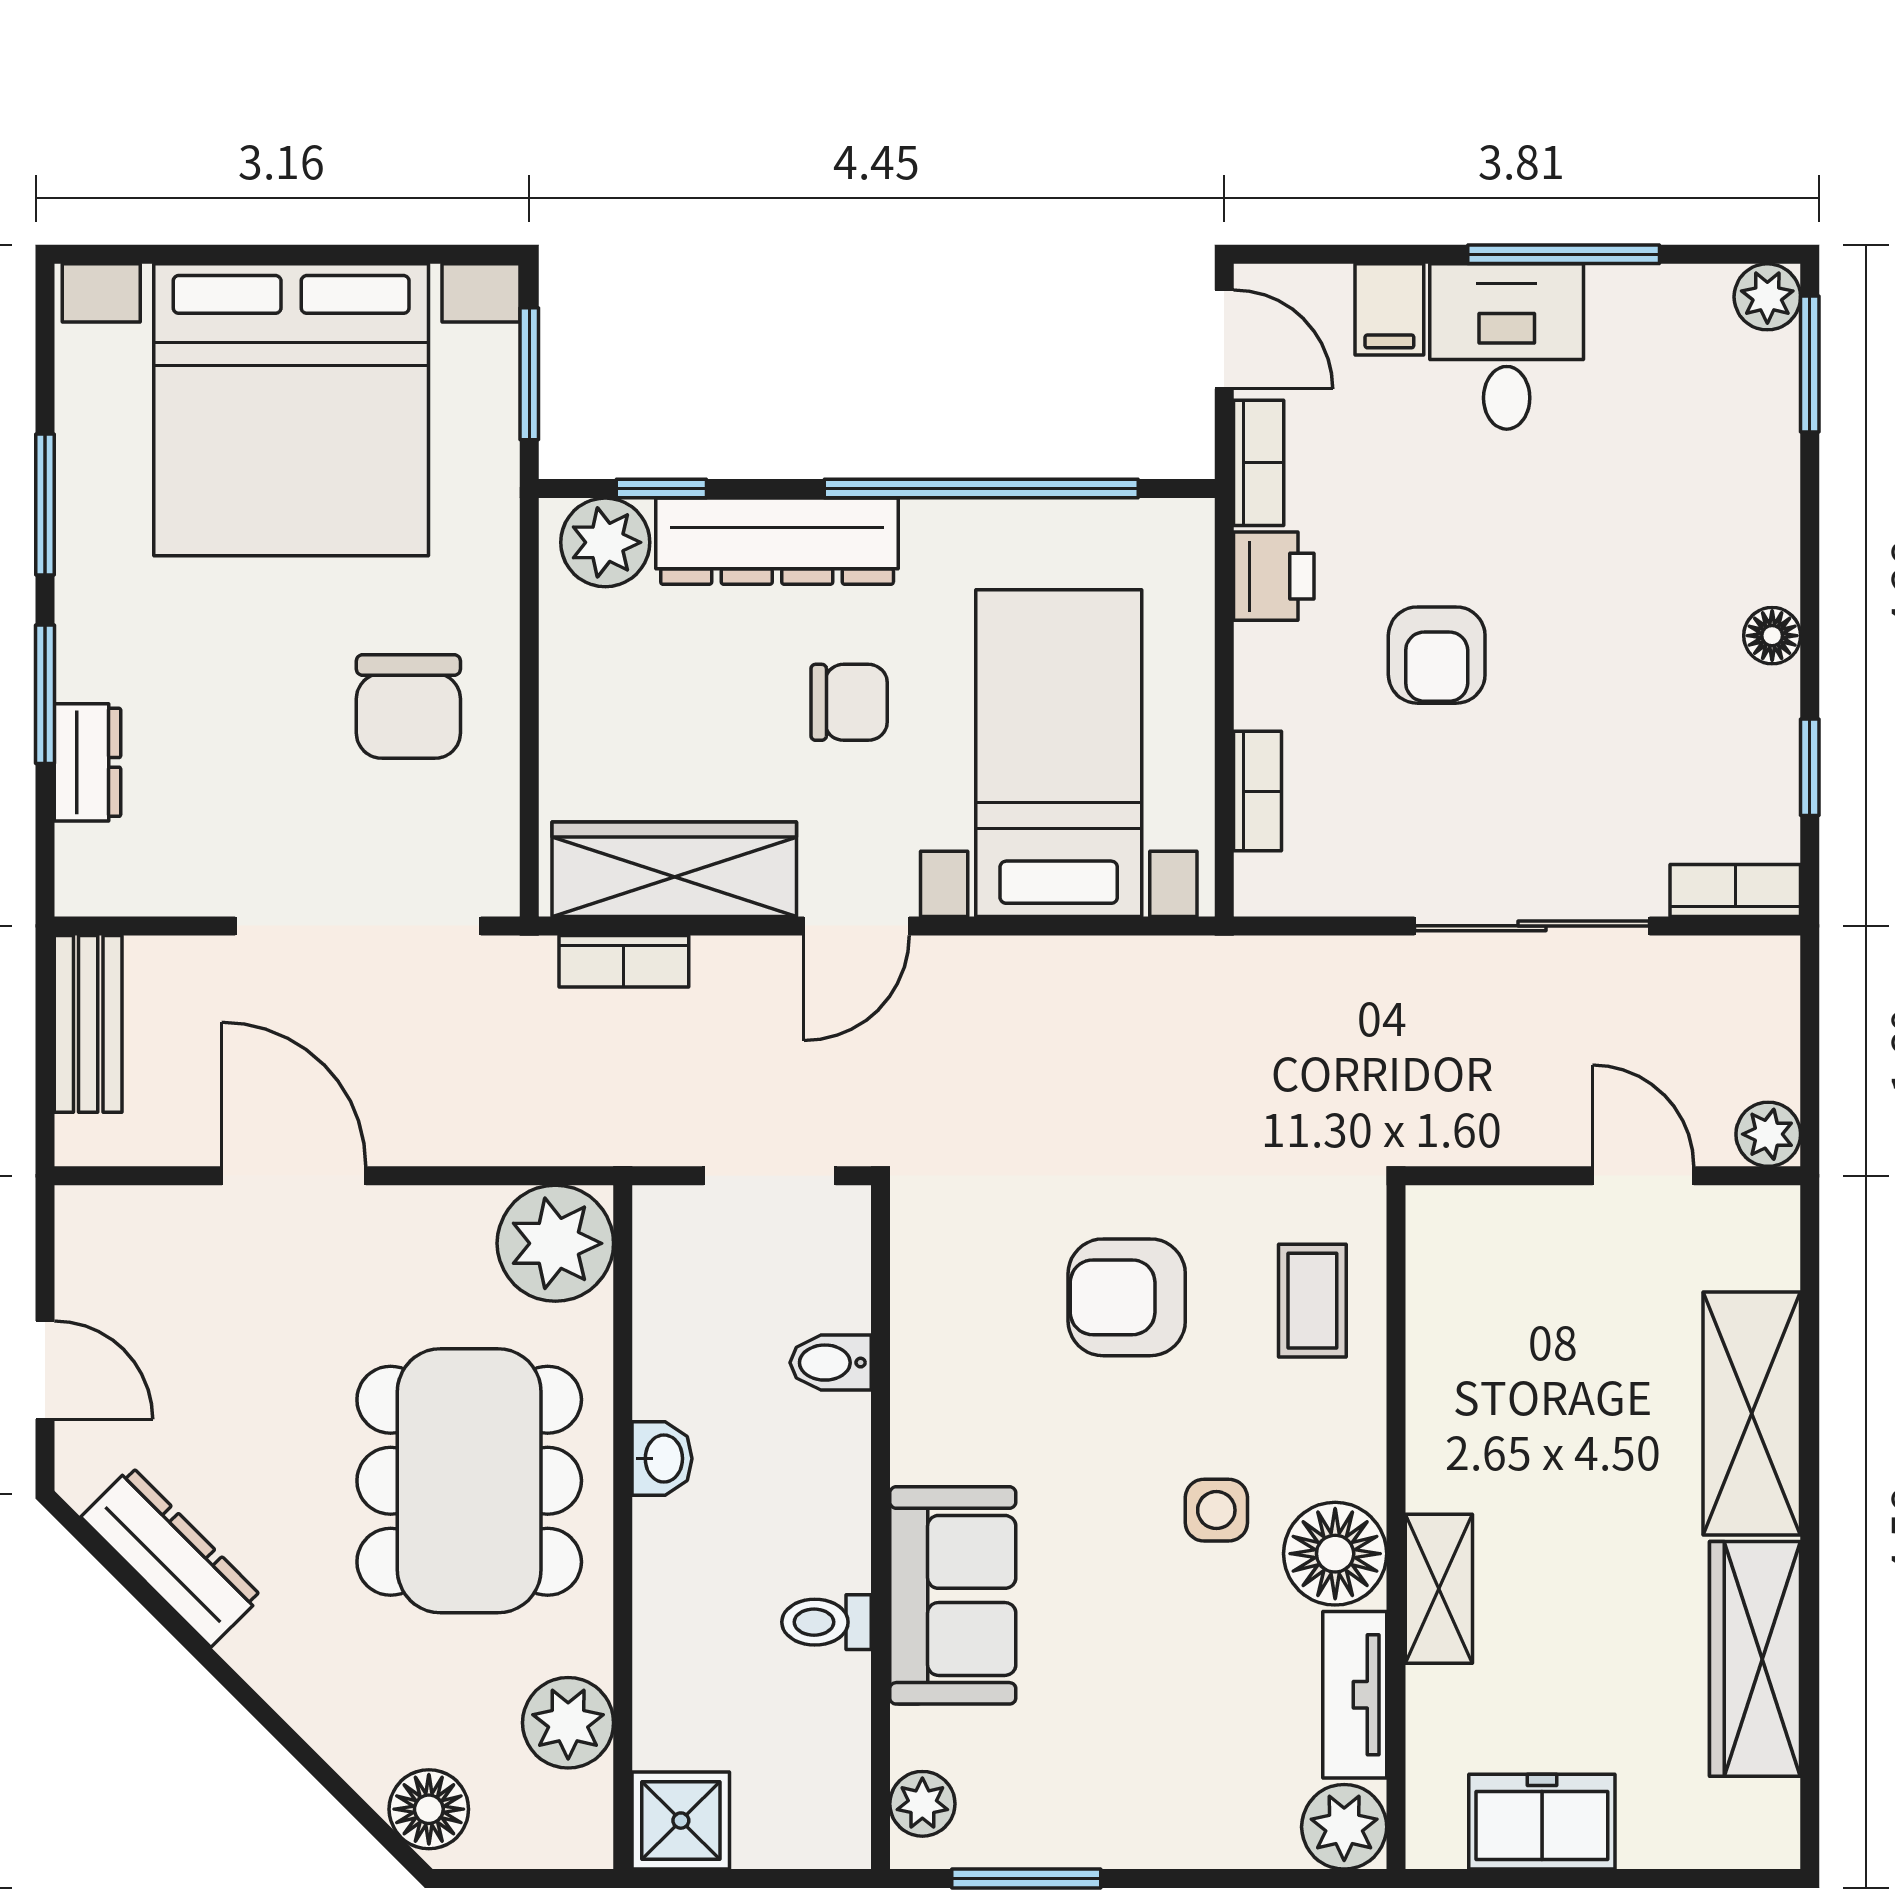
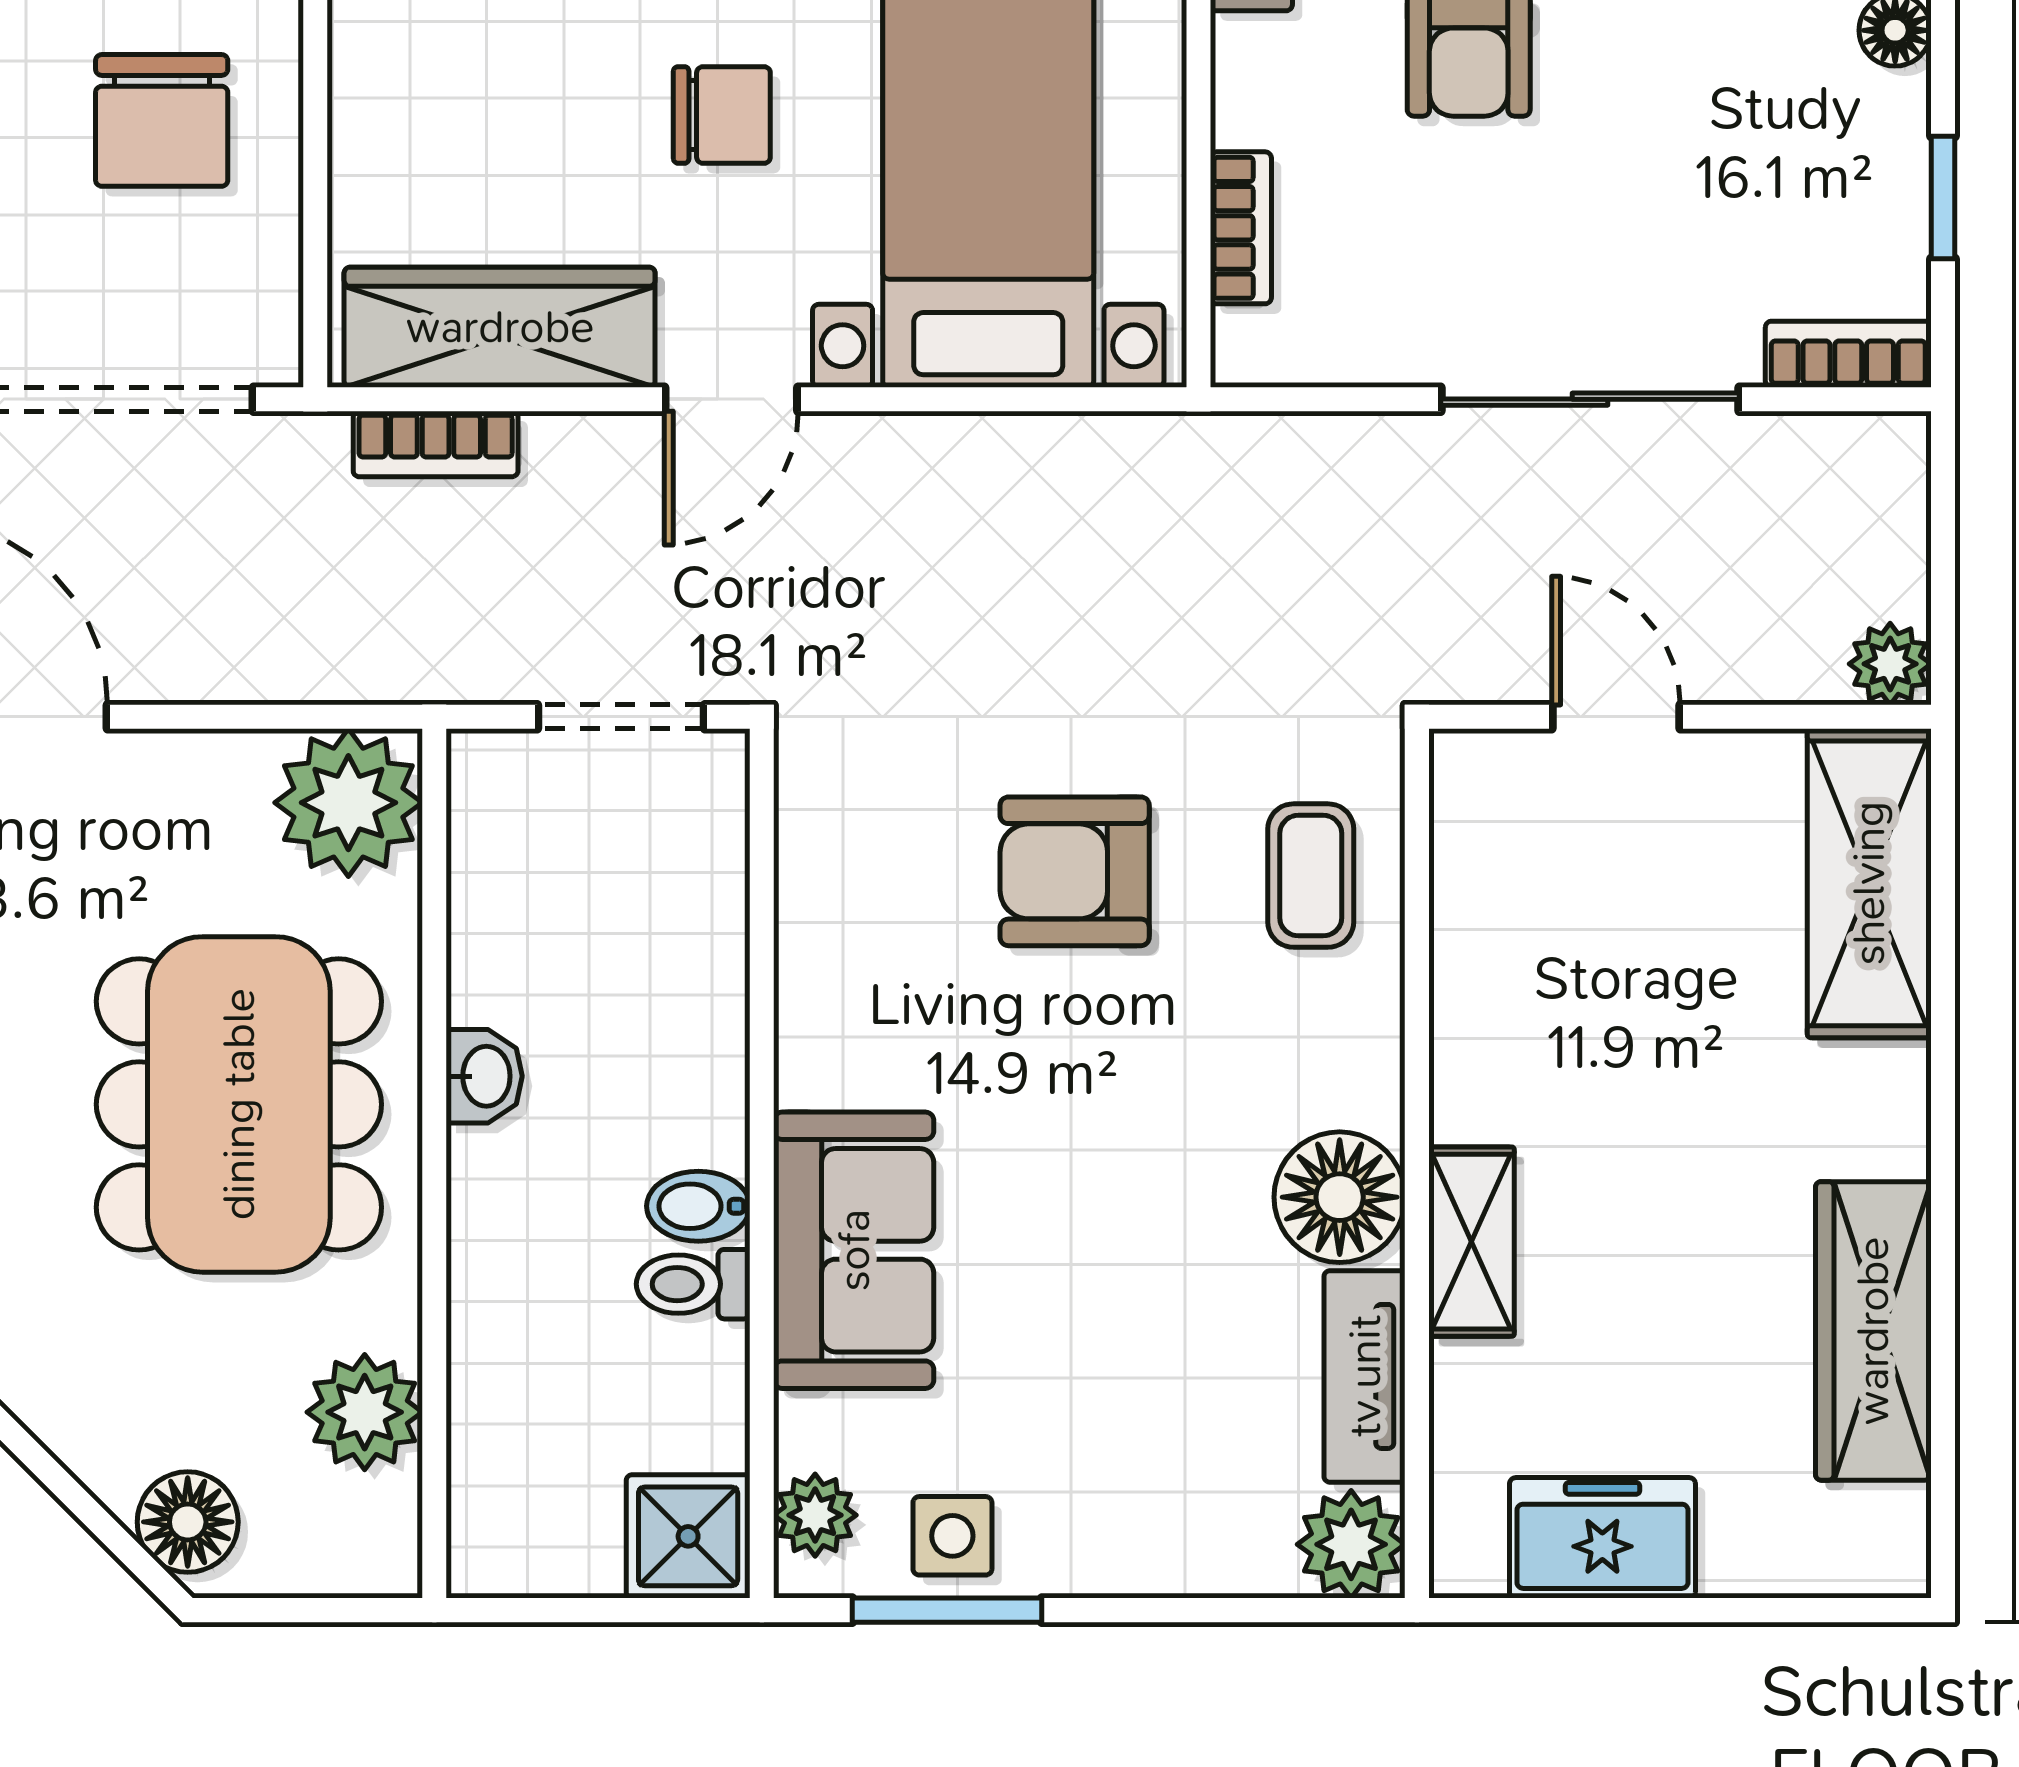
door: (1643, 1176) -> (1616, 717), moved
bidet: (831, 1363) -> (698, 1206), moved
shelving: (1752, 1413) -> (1869, 883), moved
side table: (1216, 1510) -> (952, 1536), moved
shower: (681, 1821) -> (688, 1536), moved

